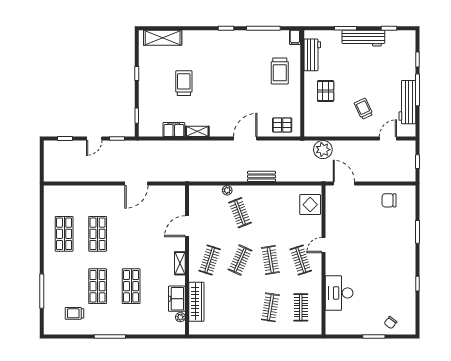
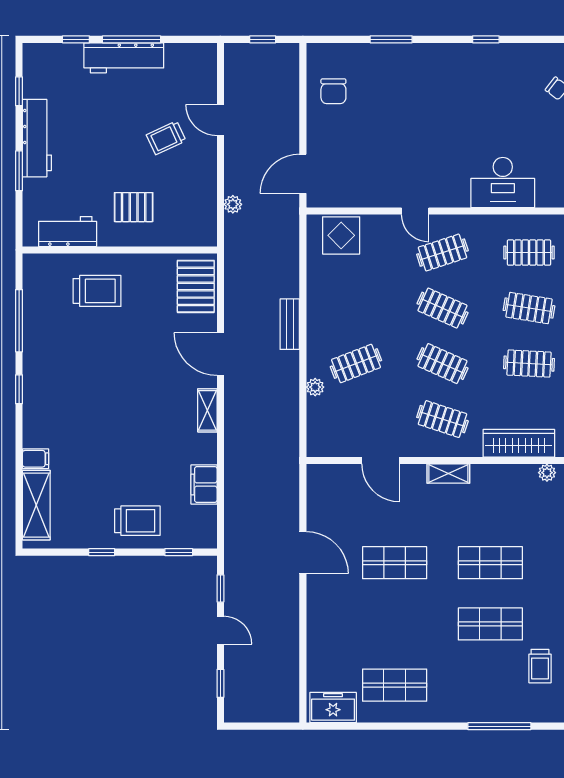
filing cabinet: (295, 37) -> (36, 459), moved
trolley: (184, 83) -> (137, 521), moved, turned 180
workbench: (407, 102) -> (124, 58), moved
pallet: (282, 125) -> (196, 286), width x1.50, depth x1.42
shelving: (197, 131) -> (207, 410), moved
door: (388, 139) -> (220, 120), moved
plant: (323, 150) -> (233, 204), width x0.53, depth x0.53
shop shelf: (98, 234) -> (395, 563), moved
clothes rail: (270, 260) -> (442, 308), turned 33
freezer: (177, 299) -> (333, 708), moved, turned 180
clothes rail: (240, 307) -> (529, 364), added

